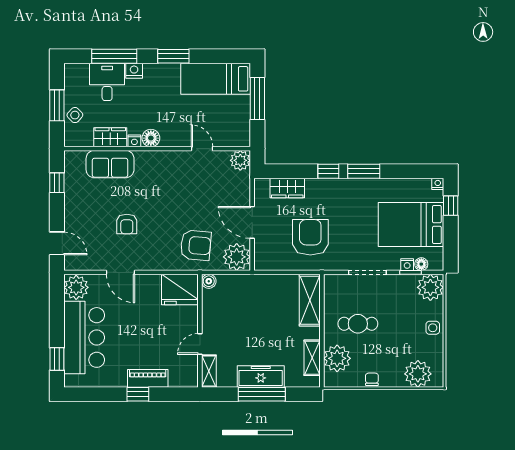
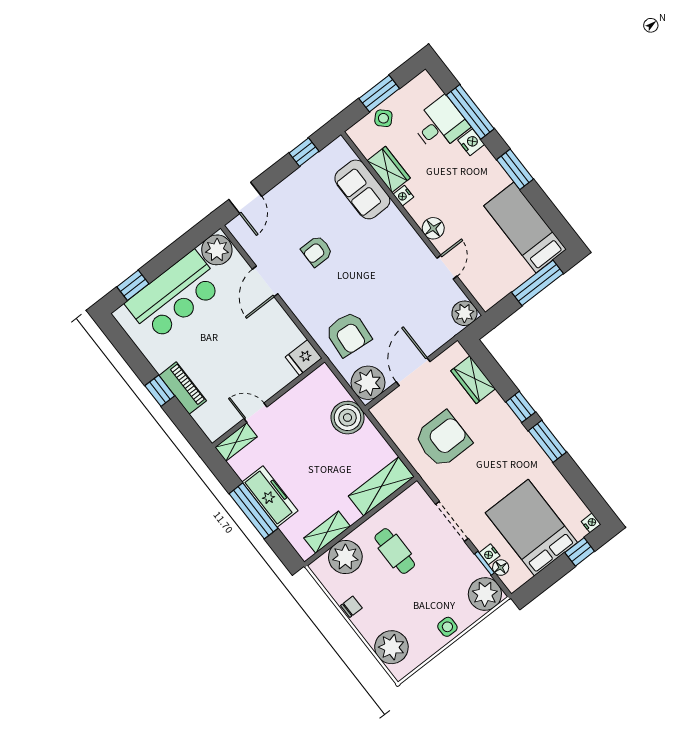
floor lamp: (151, 138) -> (433, 228), moved
boiler: (209, 281) -> (348, 418), moved, width x1.86, depth x1.86
fridge: (180, 289) -> (304, 357), width x0.53, depth x0.75

